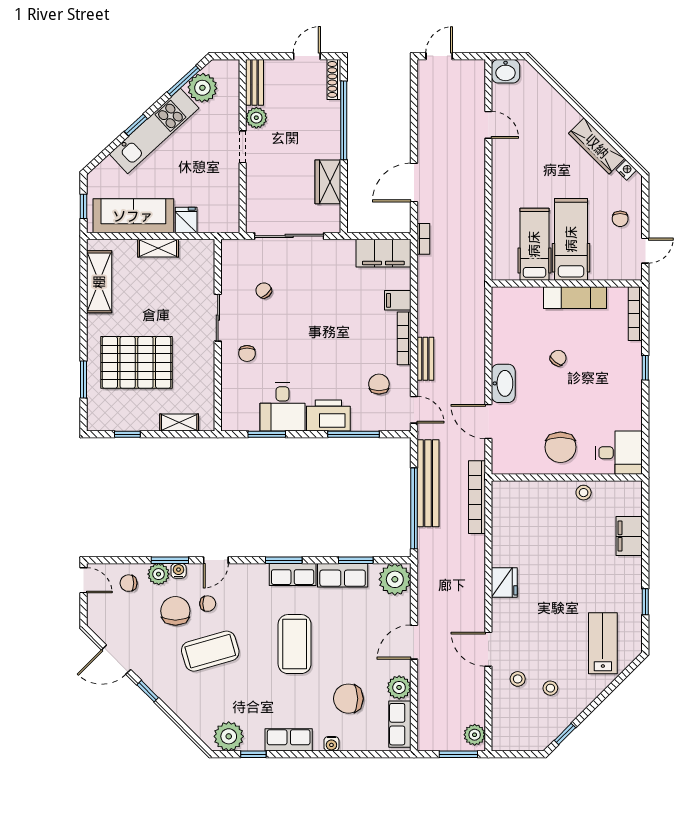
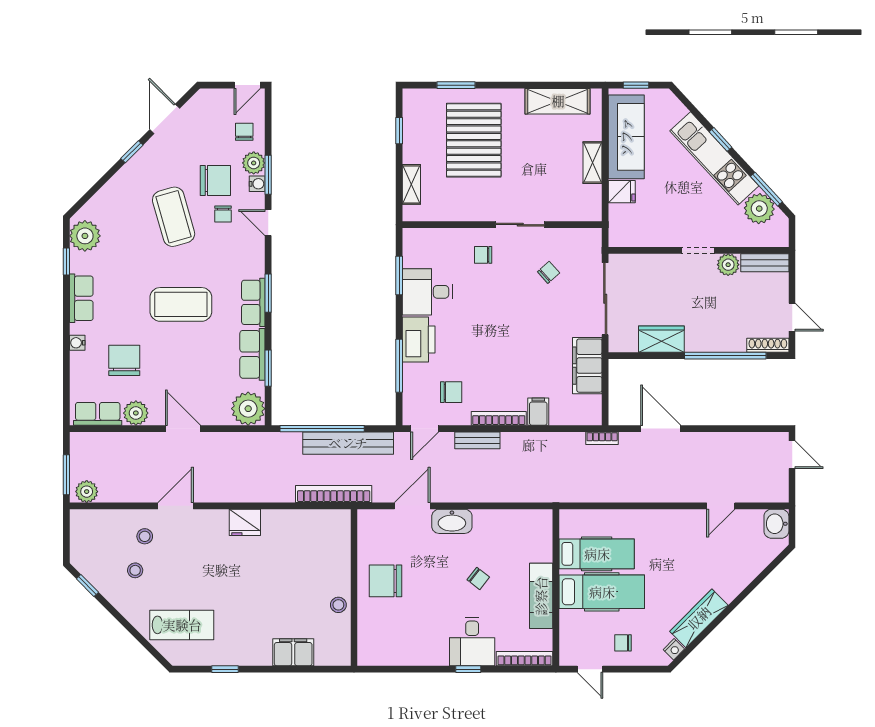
filing cabinet: (383, 253) -> (587, 366), moved
desk: (619, 453) -> (472, 641), moved

